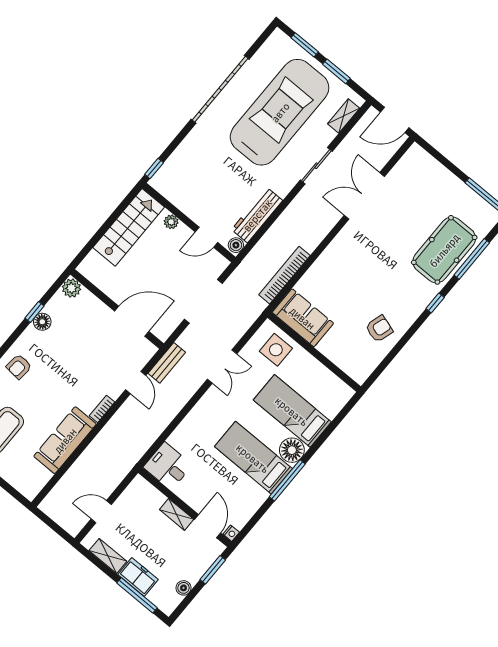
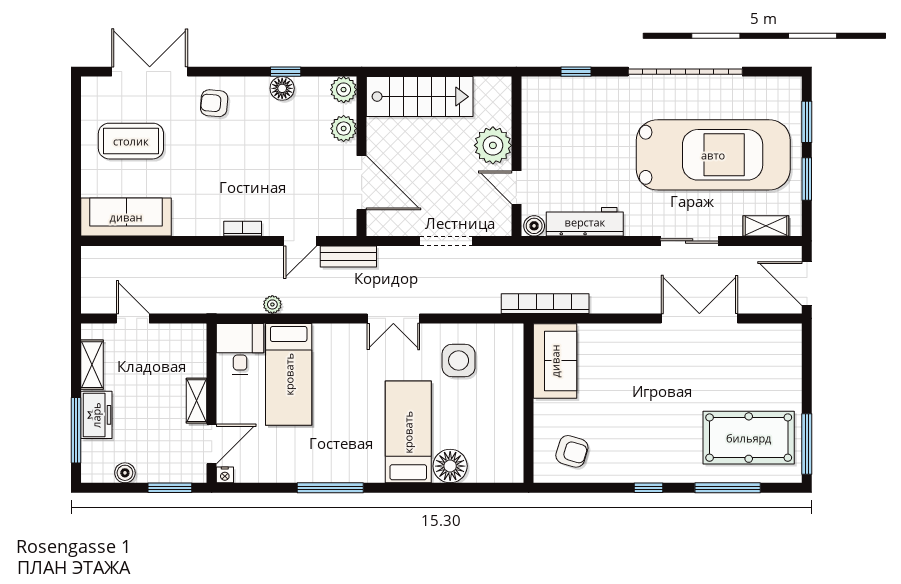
window: (154, 168) -> (576, 72), moved
plant: (171, 222) -> (493, 145), width x1.88, depth x1.88
stairs: (129, 227) -> (420, 97), moved
pool table: (444, 250) -> (749, 438), moved
doorway: (203, 301) -> (446, 241), width x0.73
plant: (93, 306) -> (344, 129), added
sofa: (303, 318) -> (555, 361), moved
wall: (314, 352) -> (529, 403), moved
plant: (158, 428) -> (272, 304), added
sofa: (65, 440) -> (126, 217), moved
floor lamp: (292, 450) -> (450, 466), moved
bed: (253, 458) -> (289, 374), moved, turned 180

